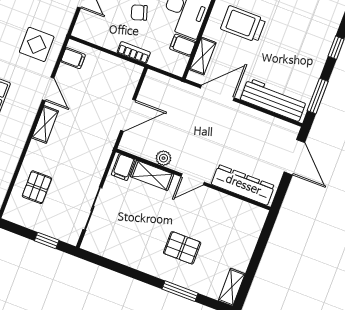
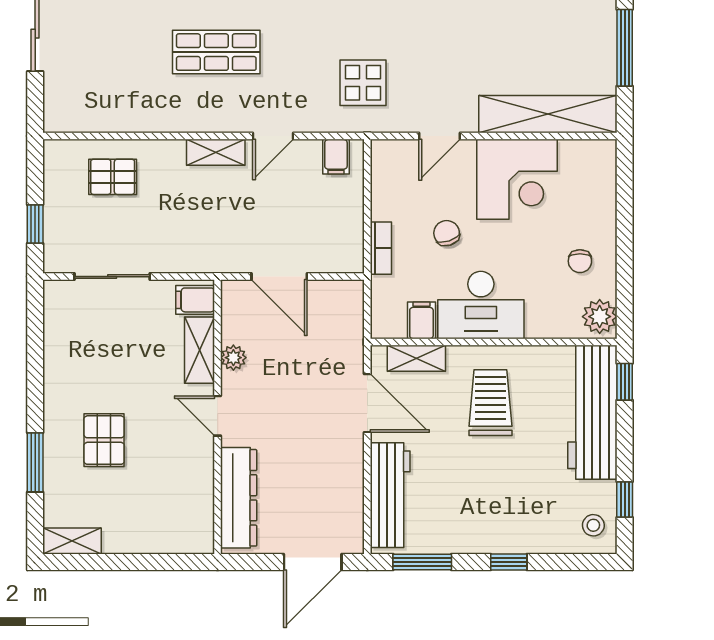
display table: (37, 44) -> (363, 83), moved

